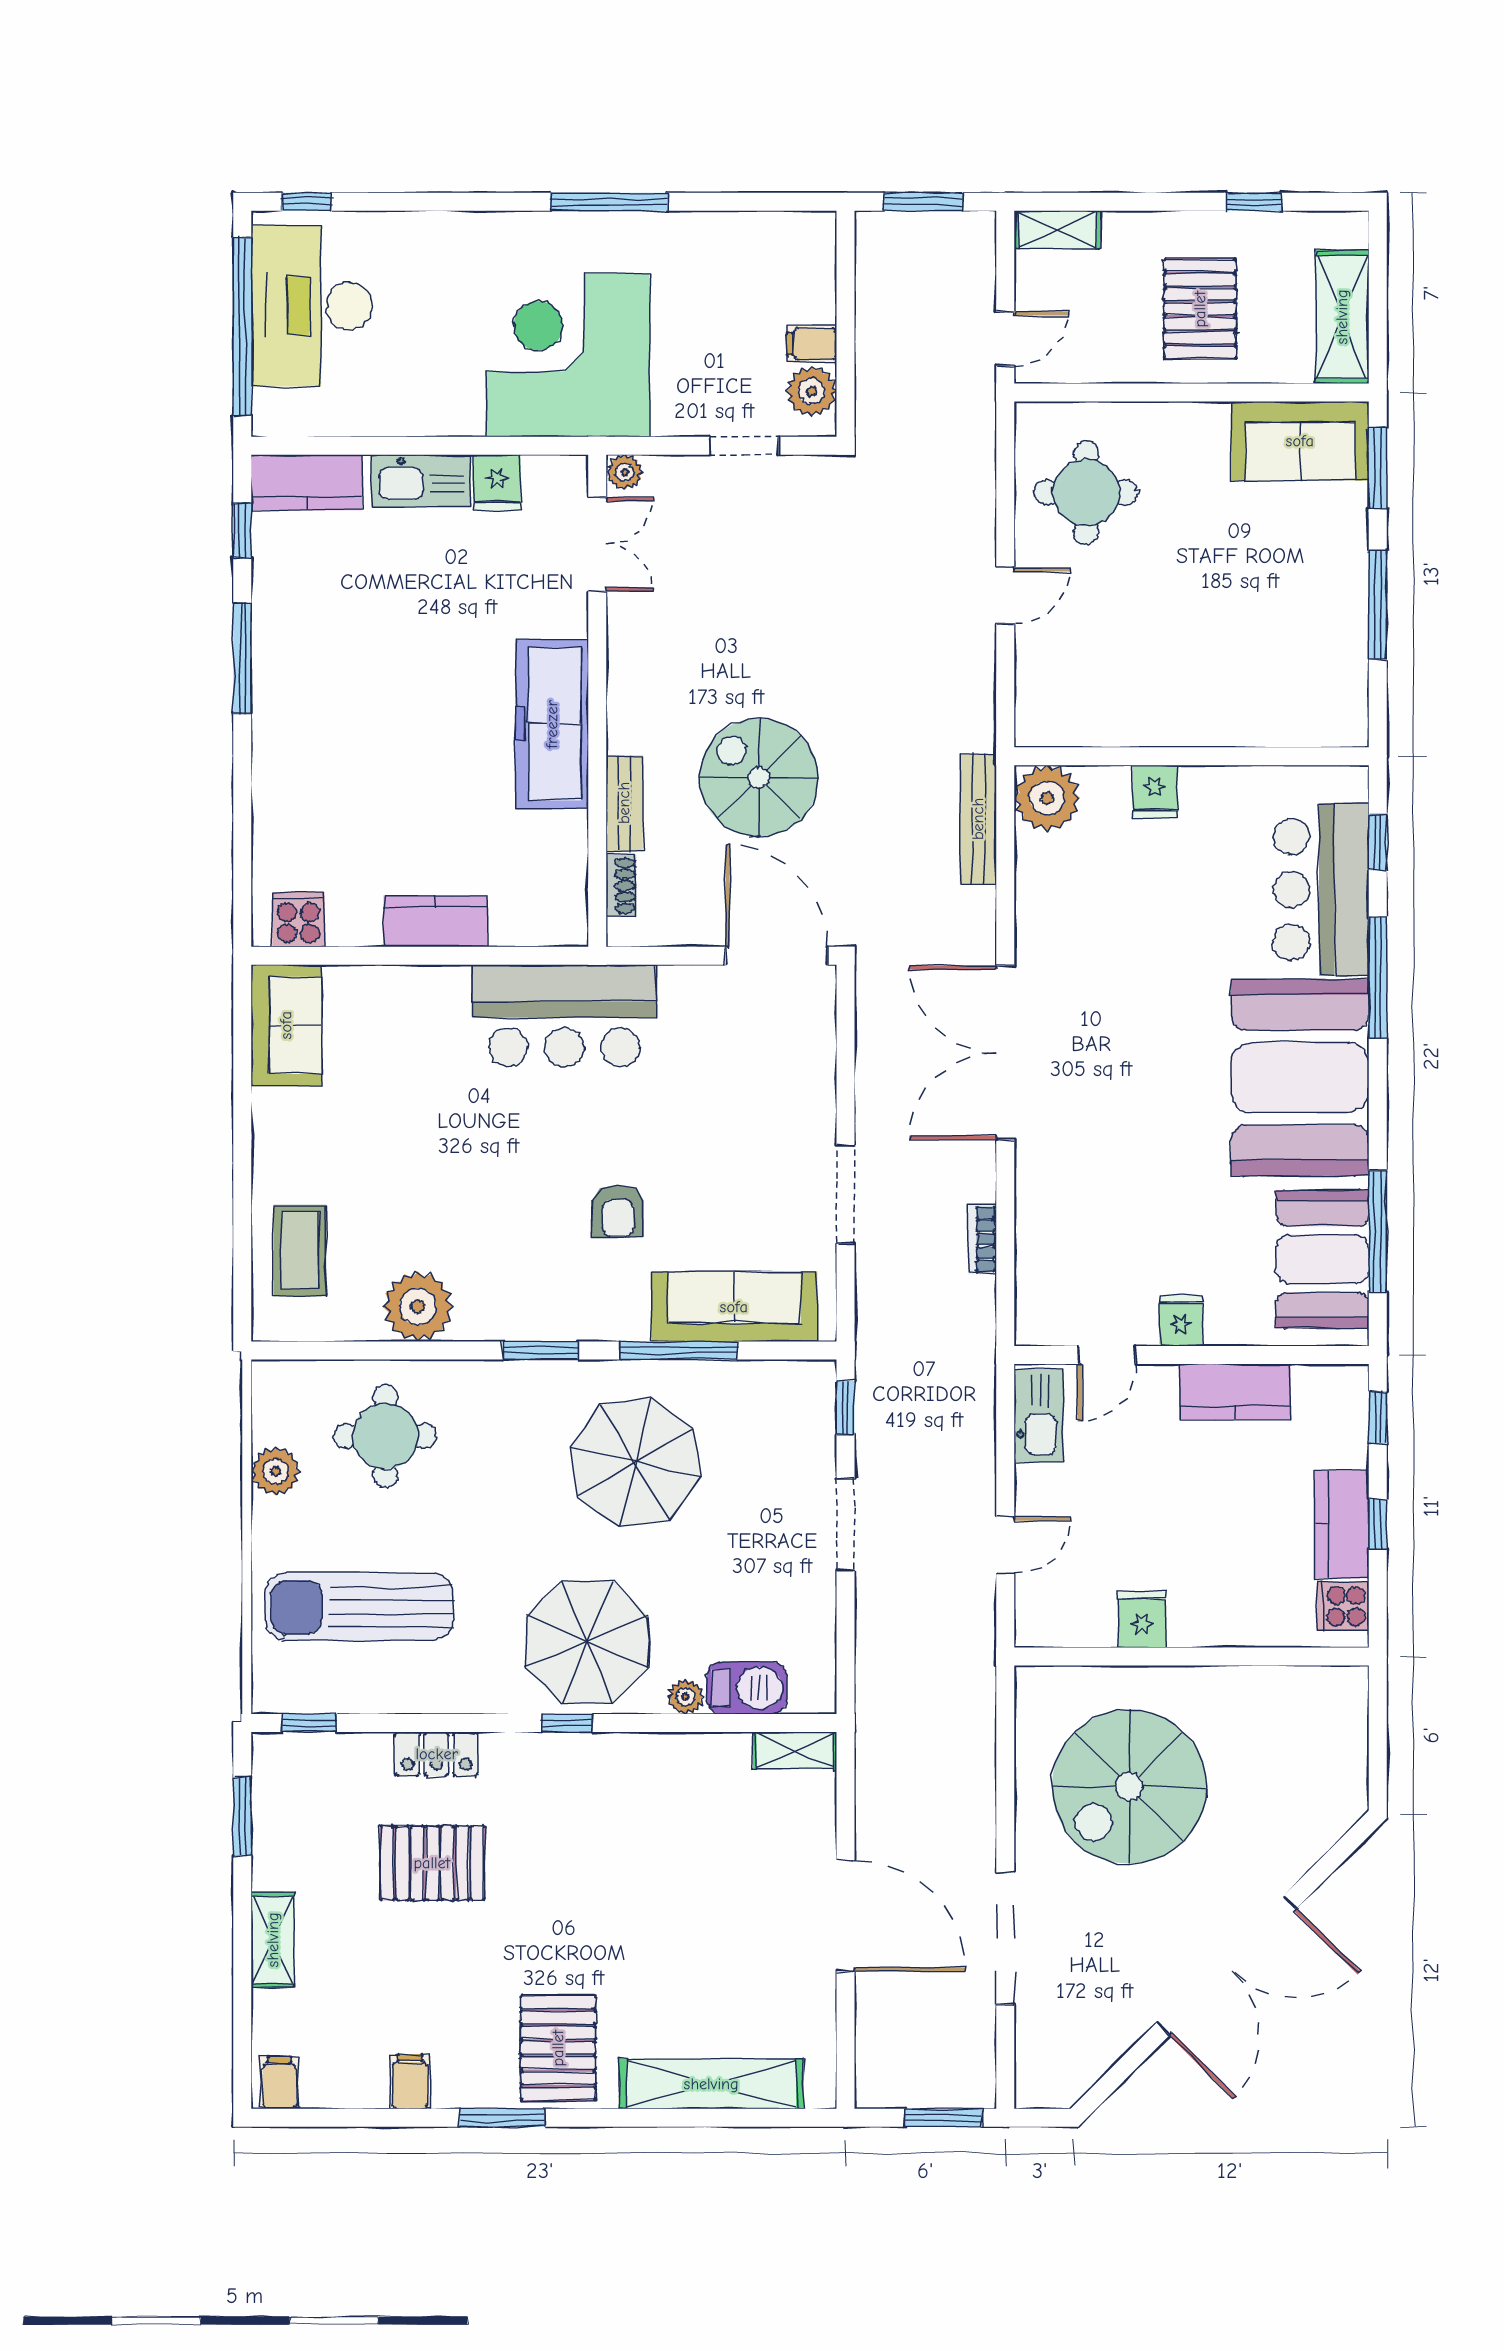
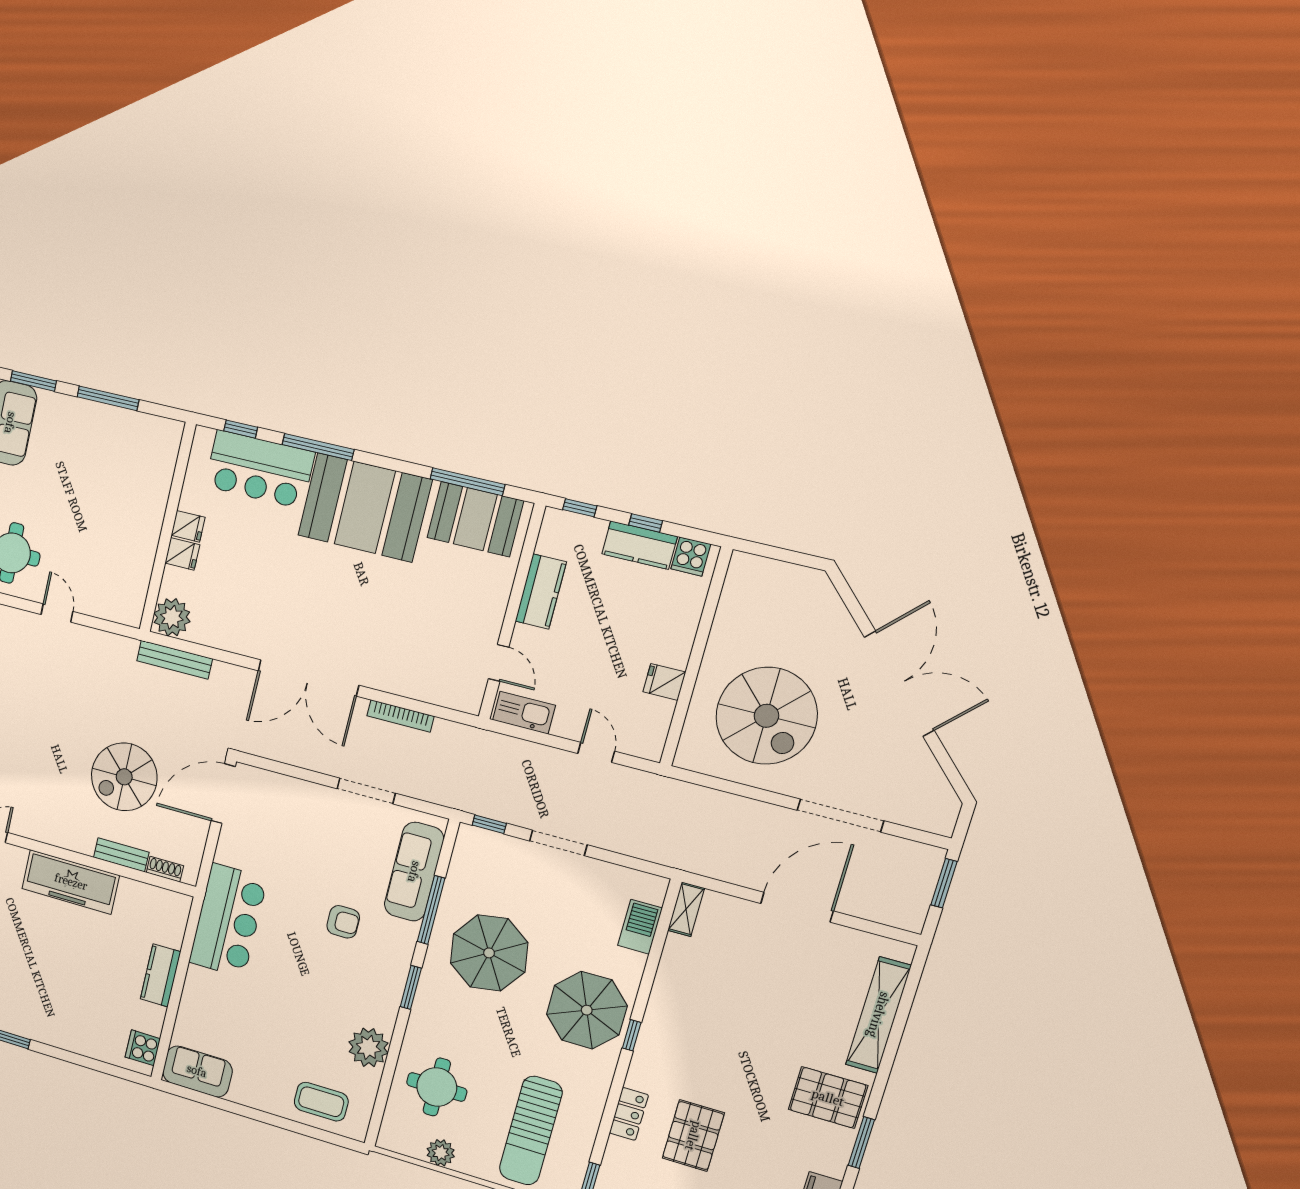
bookcase: (982, 1239) -> (400, 716), width x1.56
fridge: (1181, 1320) -> (188, 526), moved, turned 180
plant: (686, 1697) -> (635, 963), removed

